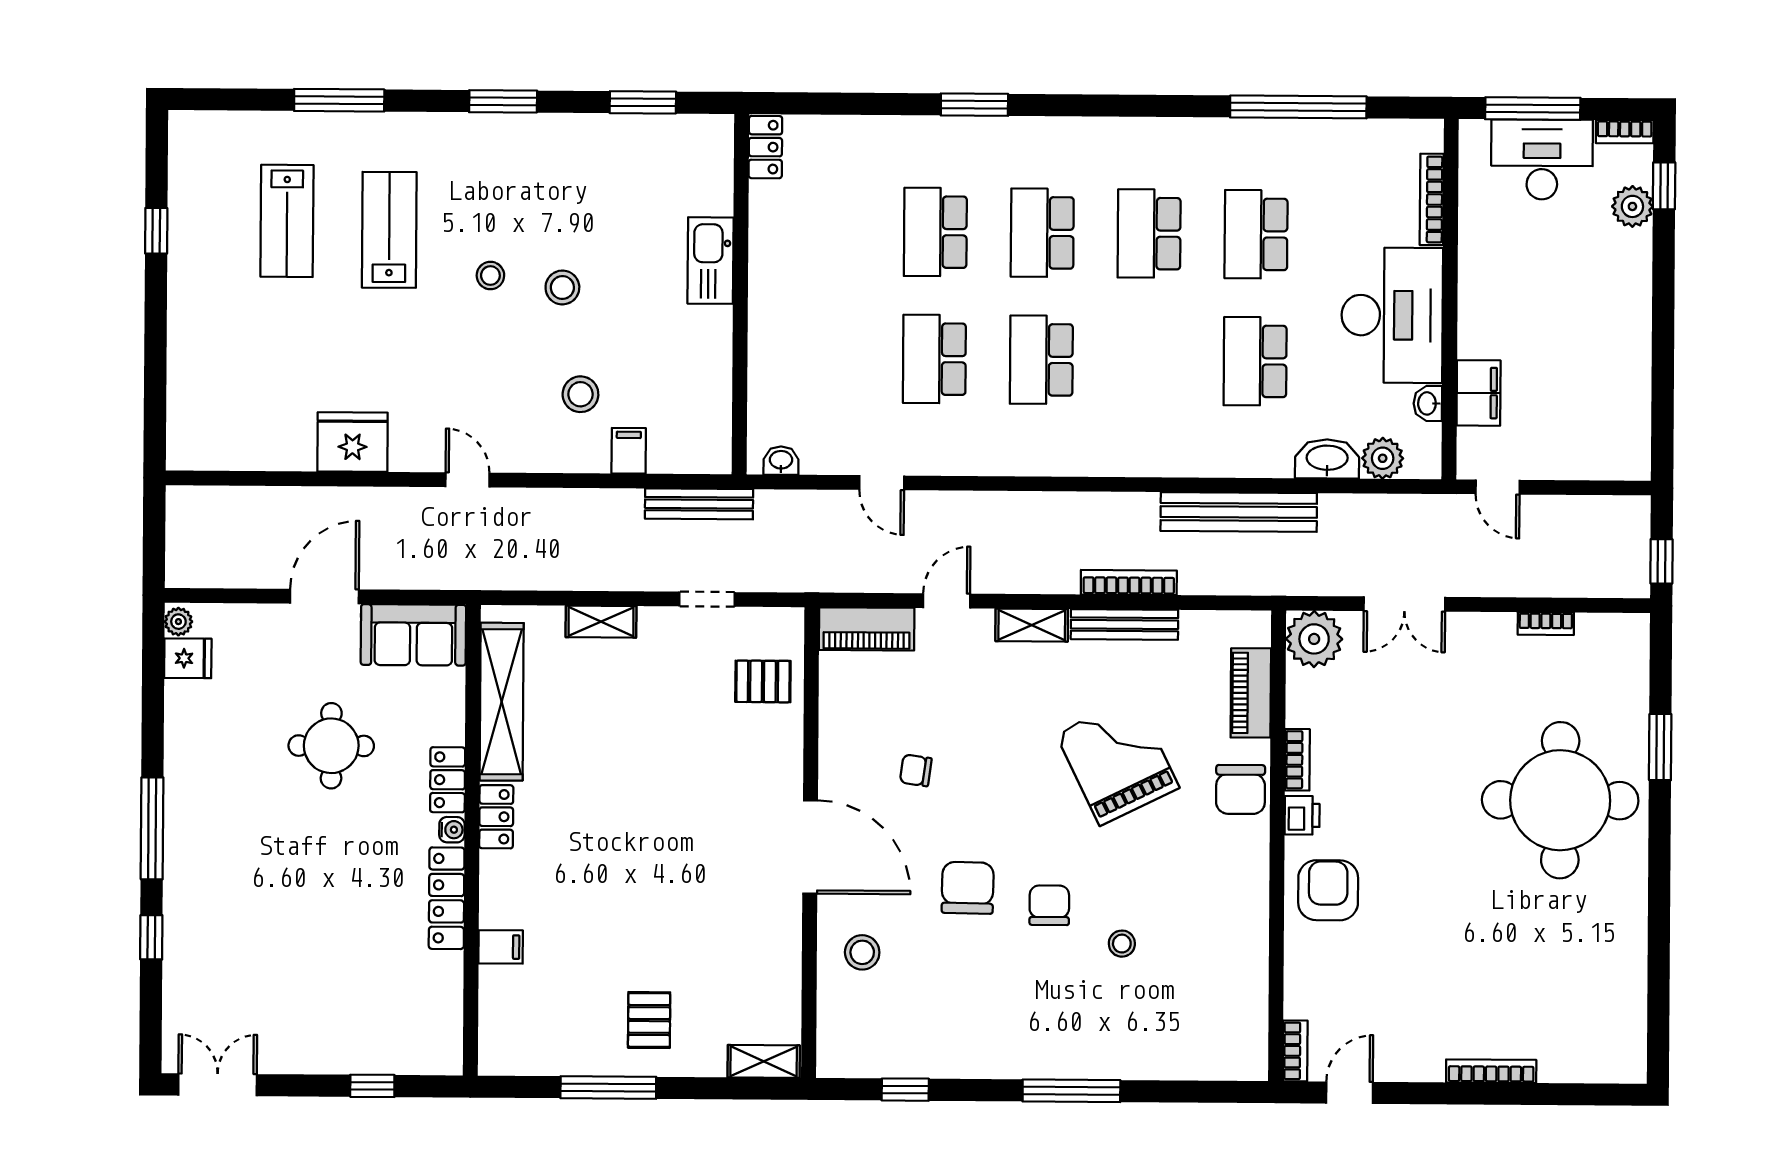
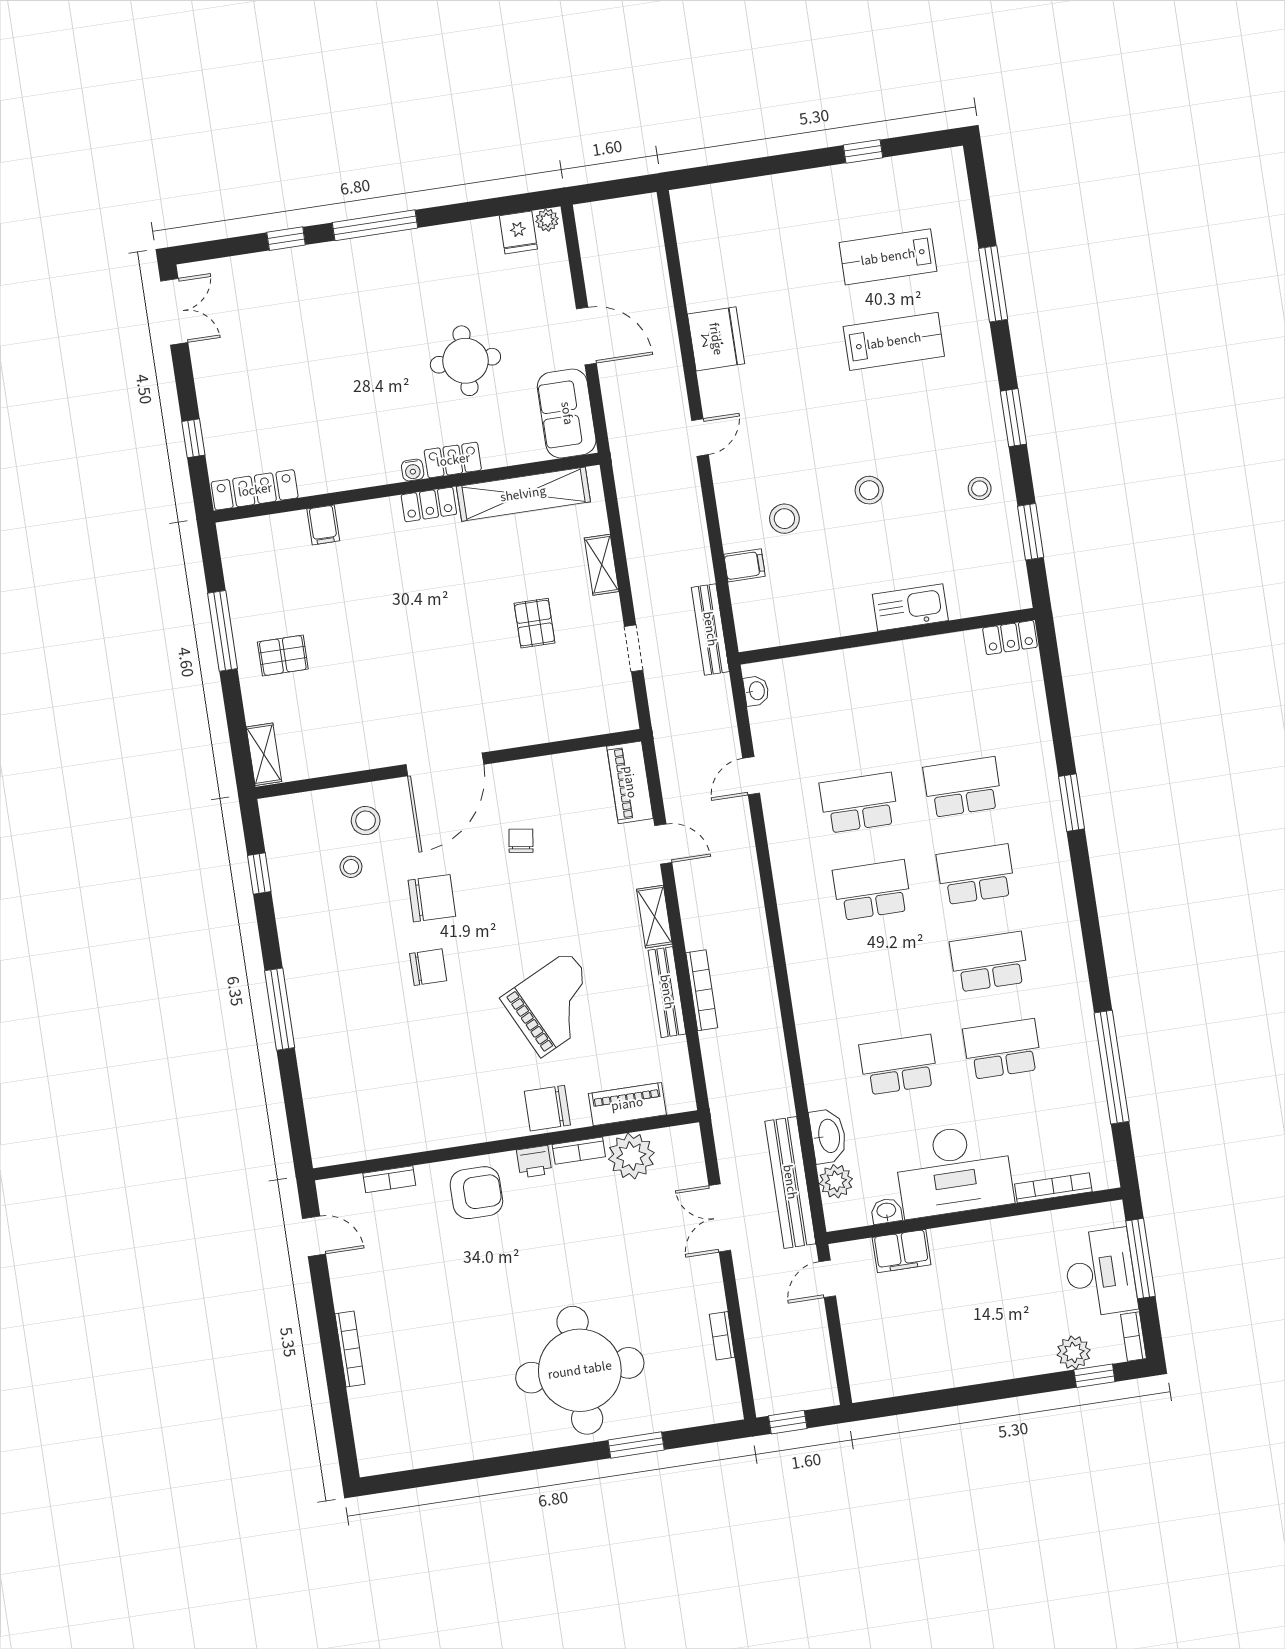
stool: (490, 276) -> (980, 488), moved
bench: (1239, 512) -> (790, 1182), moved
plant: (1314, 639) -> (631, 1156), moved
pallet: (763, 681) -> (535, 623), moved
locker: (447, 898) -> (255, 490), moved
stool: (1122, 944) -> (351, 867), moved
bookcase: (1295, 1051) -> (389, 1179), moved

